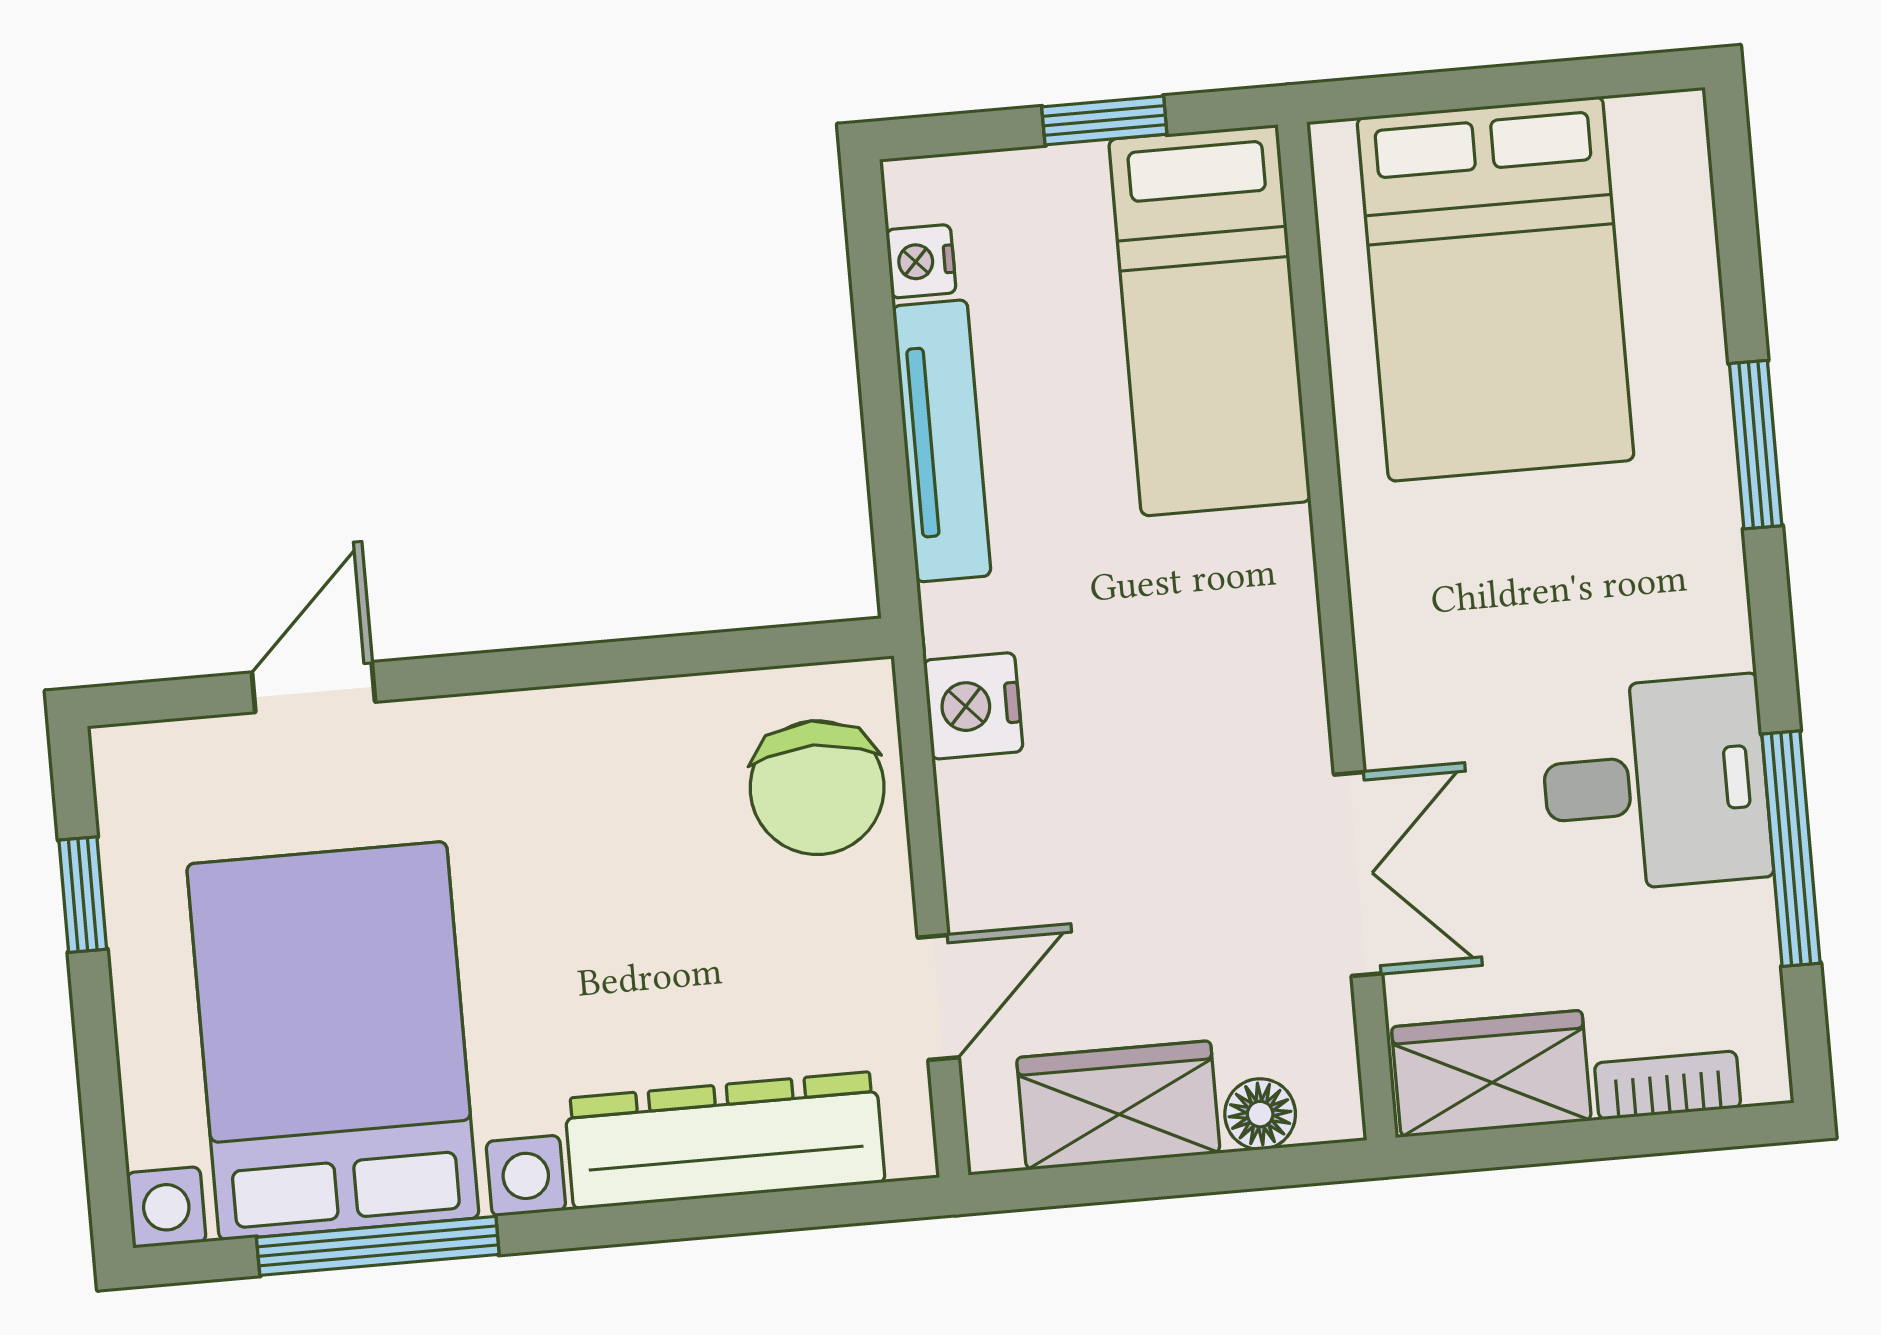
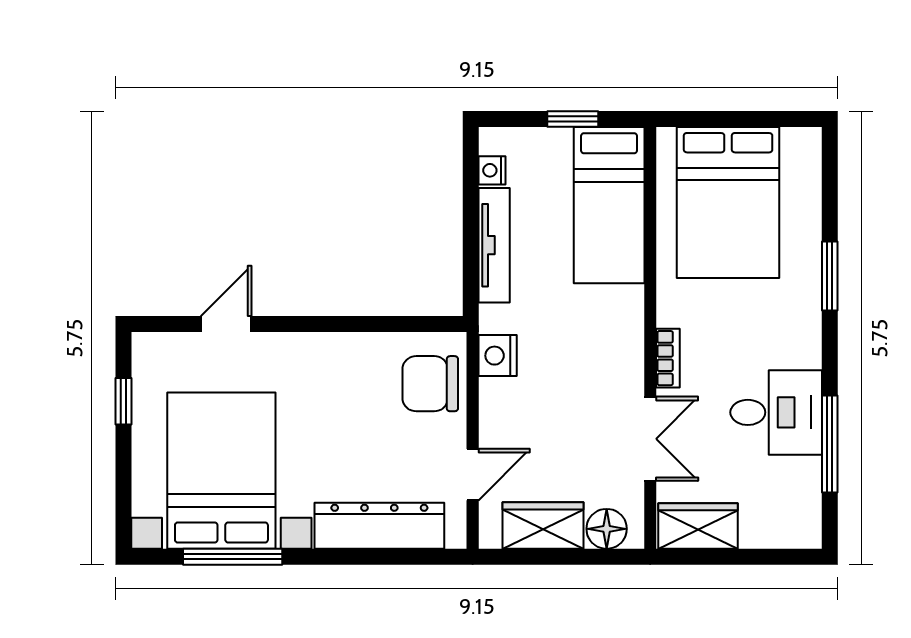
chair: (817, 788) -> (430, 384), turned 90
bookcase: (1668, 1085) -> (668, 358), moved, turned 90
floor lamp: (1260, 1114) -> (607, 529), width x1.37, depth x1.37

